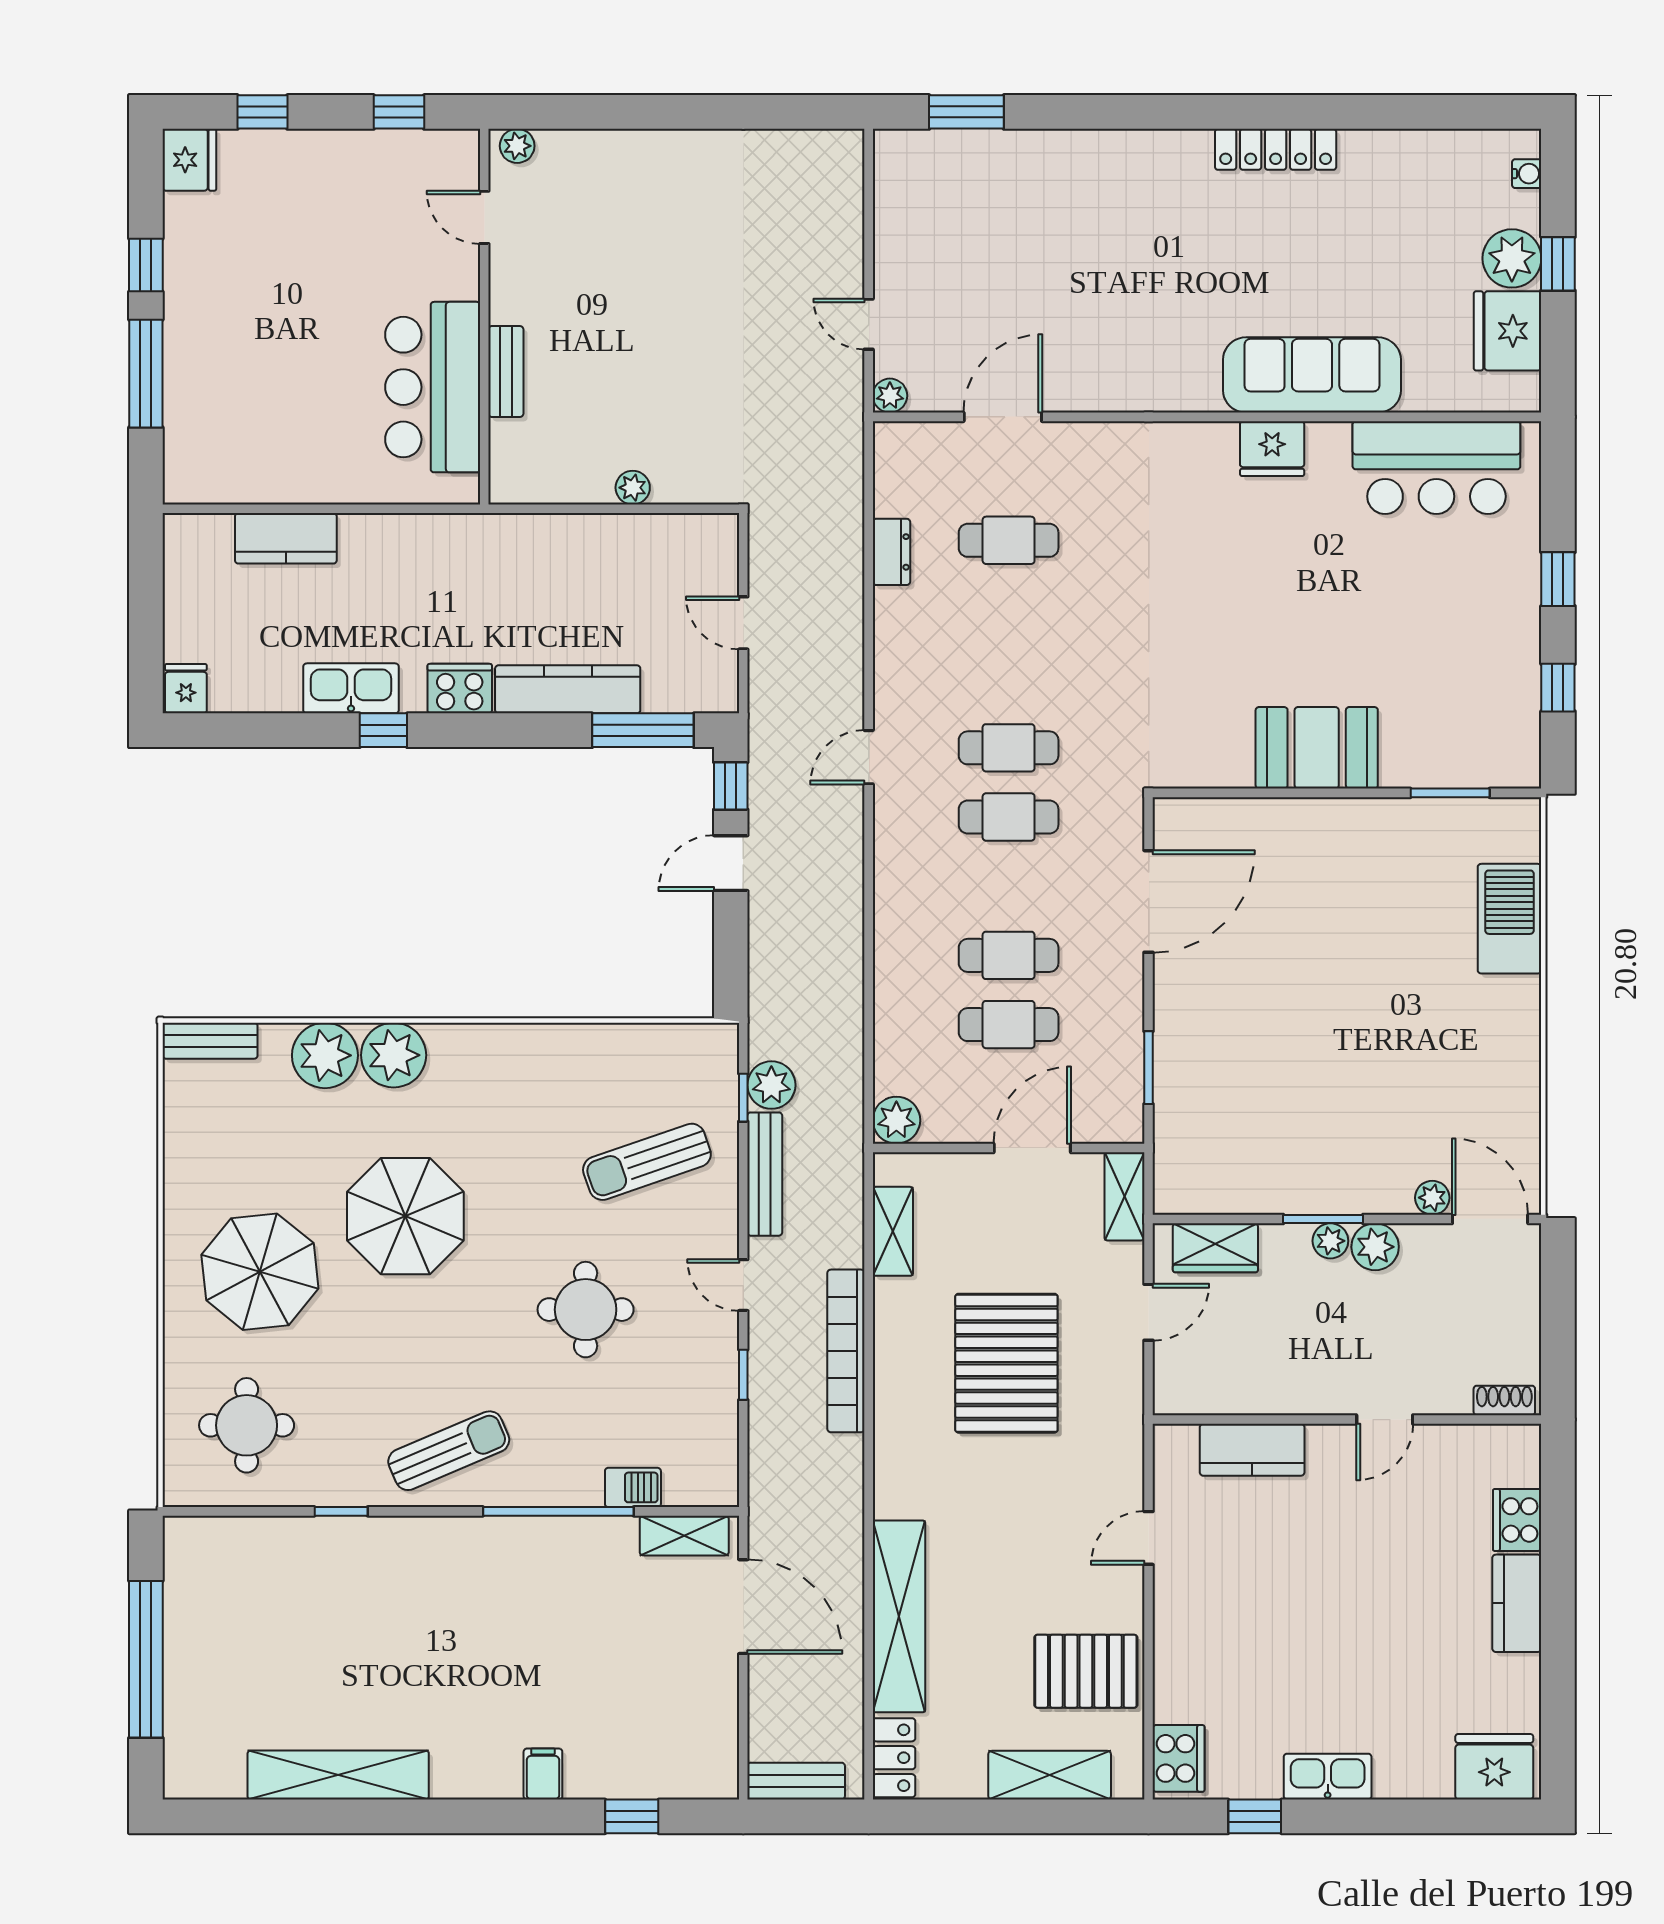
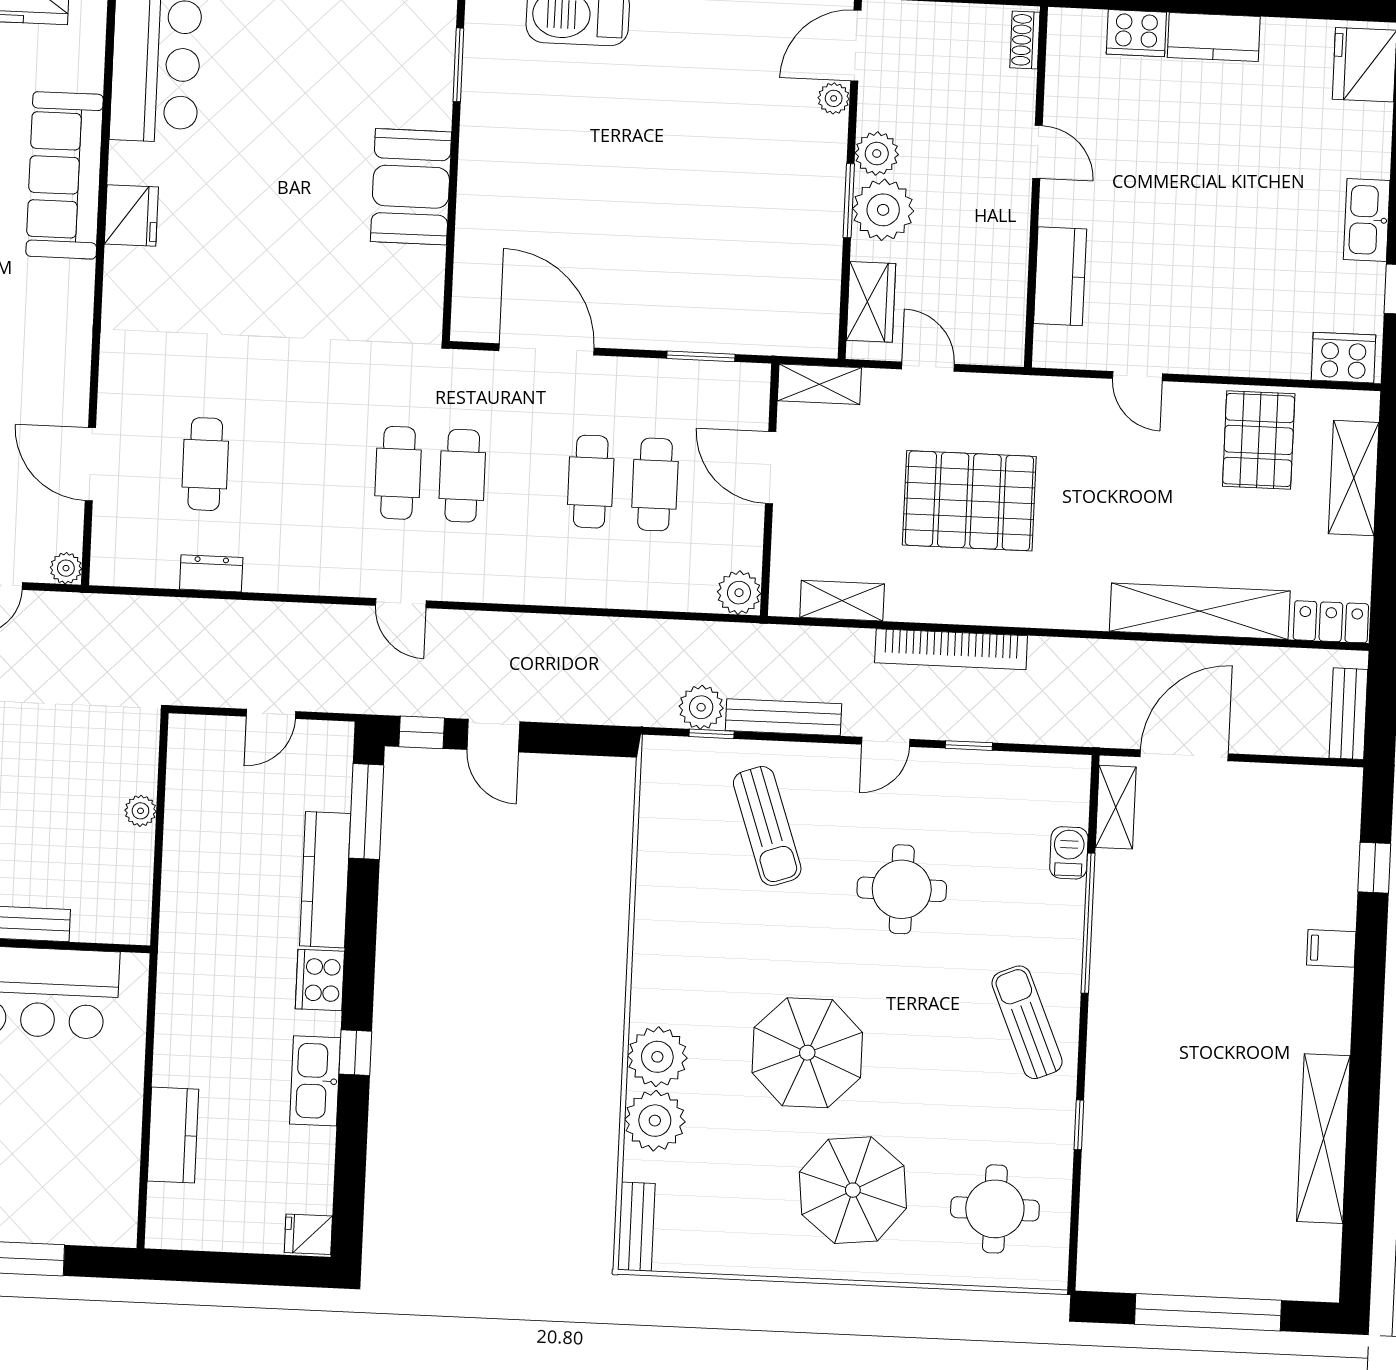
plant: (1330, 1241) -> (883, 210), width x1.88, depth x1.88

